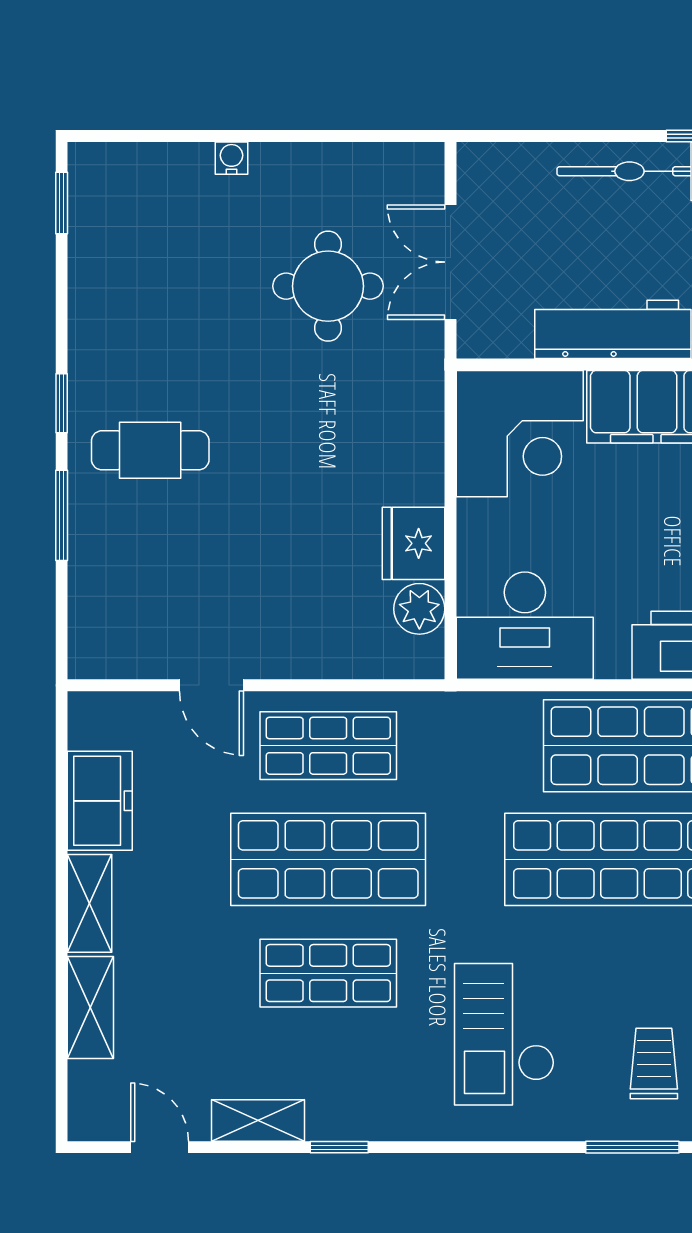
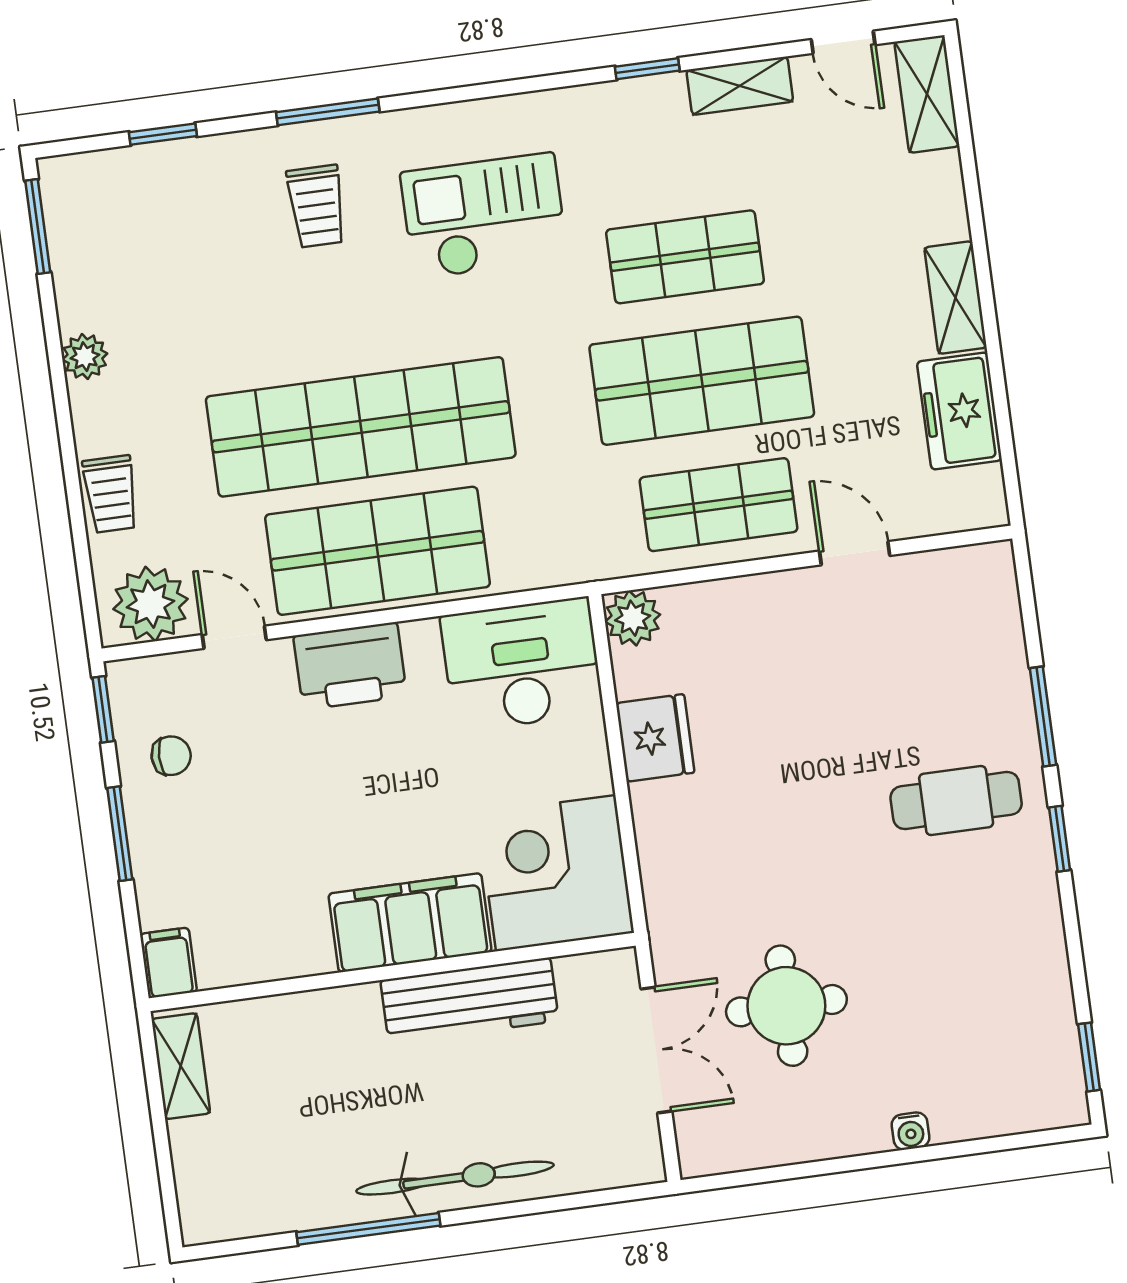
plant: (419, 609) -> (633, 618), moved
shelving: (90, 1007) -> (927, 94), moved
checkout: (504, 1034) -> (484, 216), turned -90

